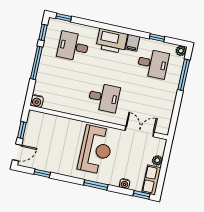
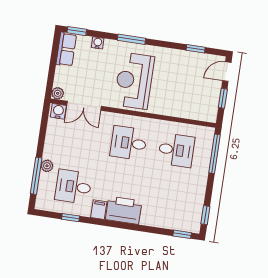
desk: (73, 46) -> (176, 150), moved
plant: (181, 51) -> (47, 166), moved
window: (36, 63) -> (215, 154), moved
water cooler: (37, 101) -> (58, 111), moved
plant: (157, 160) -> (58, 93), moved

